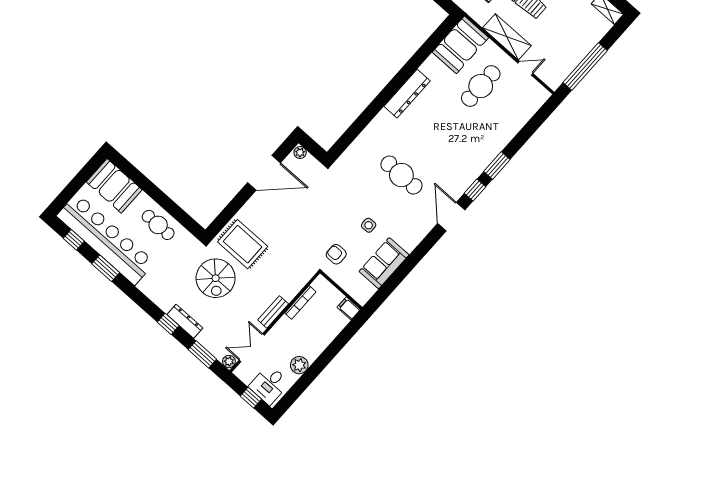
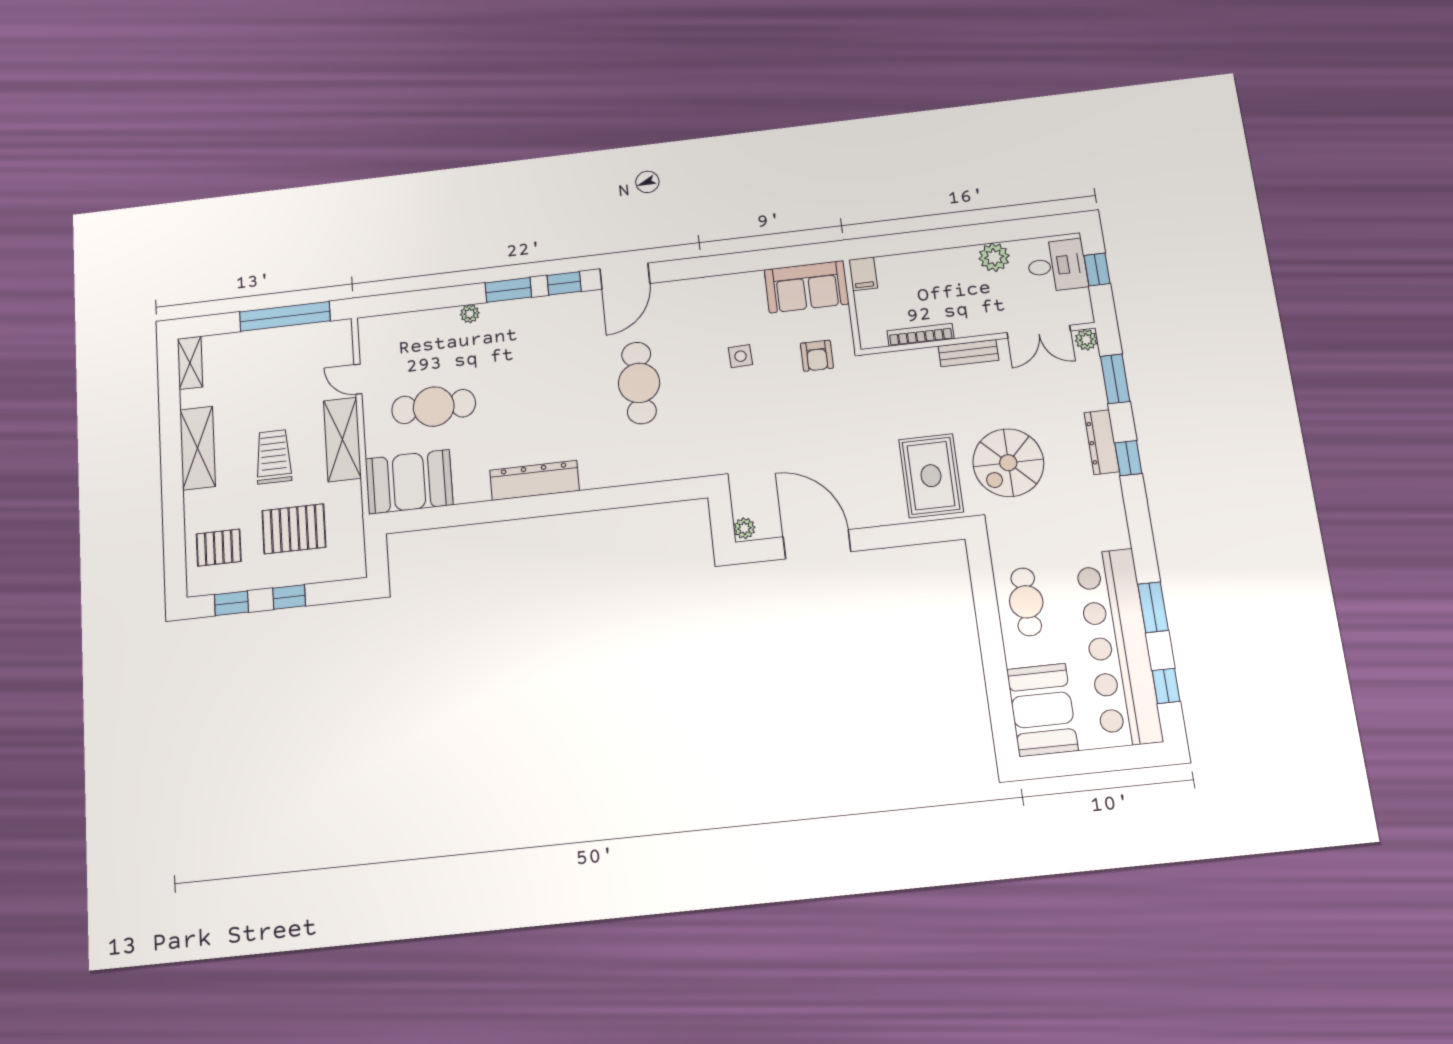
plant: (504, 140) -> (470, 314), added
sofa: (384, 263) -> (807, 287), moved
spiral stairs: (216, 278) -> (1008, 463), turned 180

